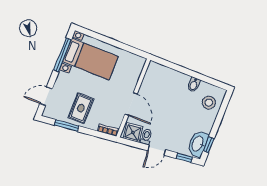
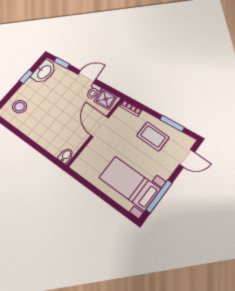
bidet: (194, 85) -> (66, 155), moved
rug: (81, 108) -> (153, 136), turned 90
window: (209, 145) -> (26, 77), moved

